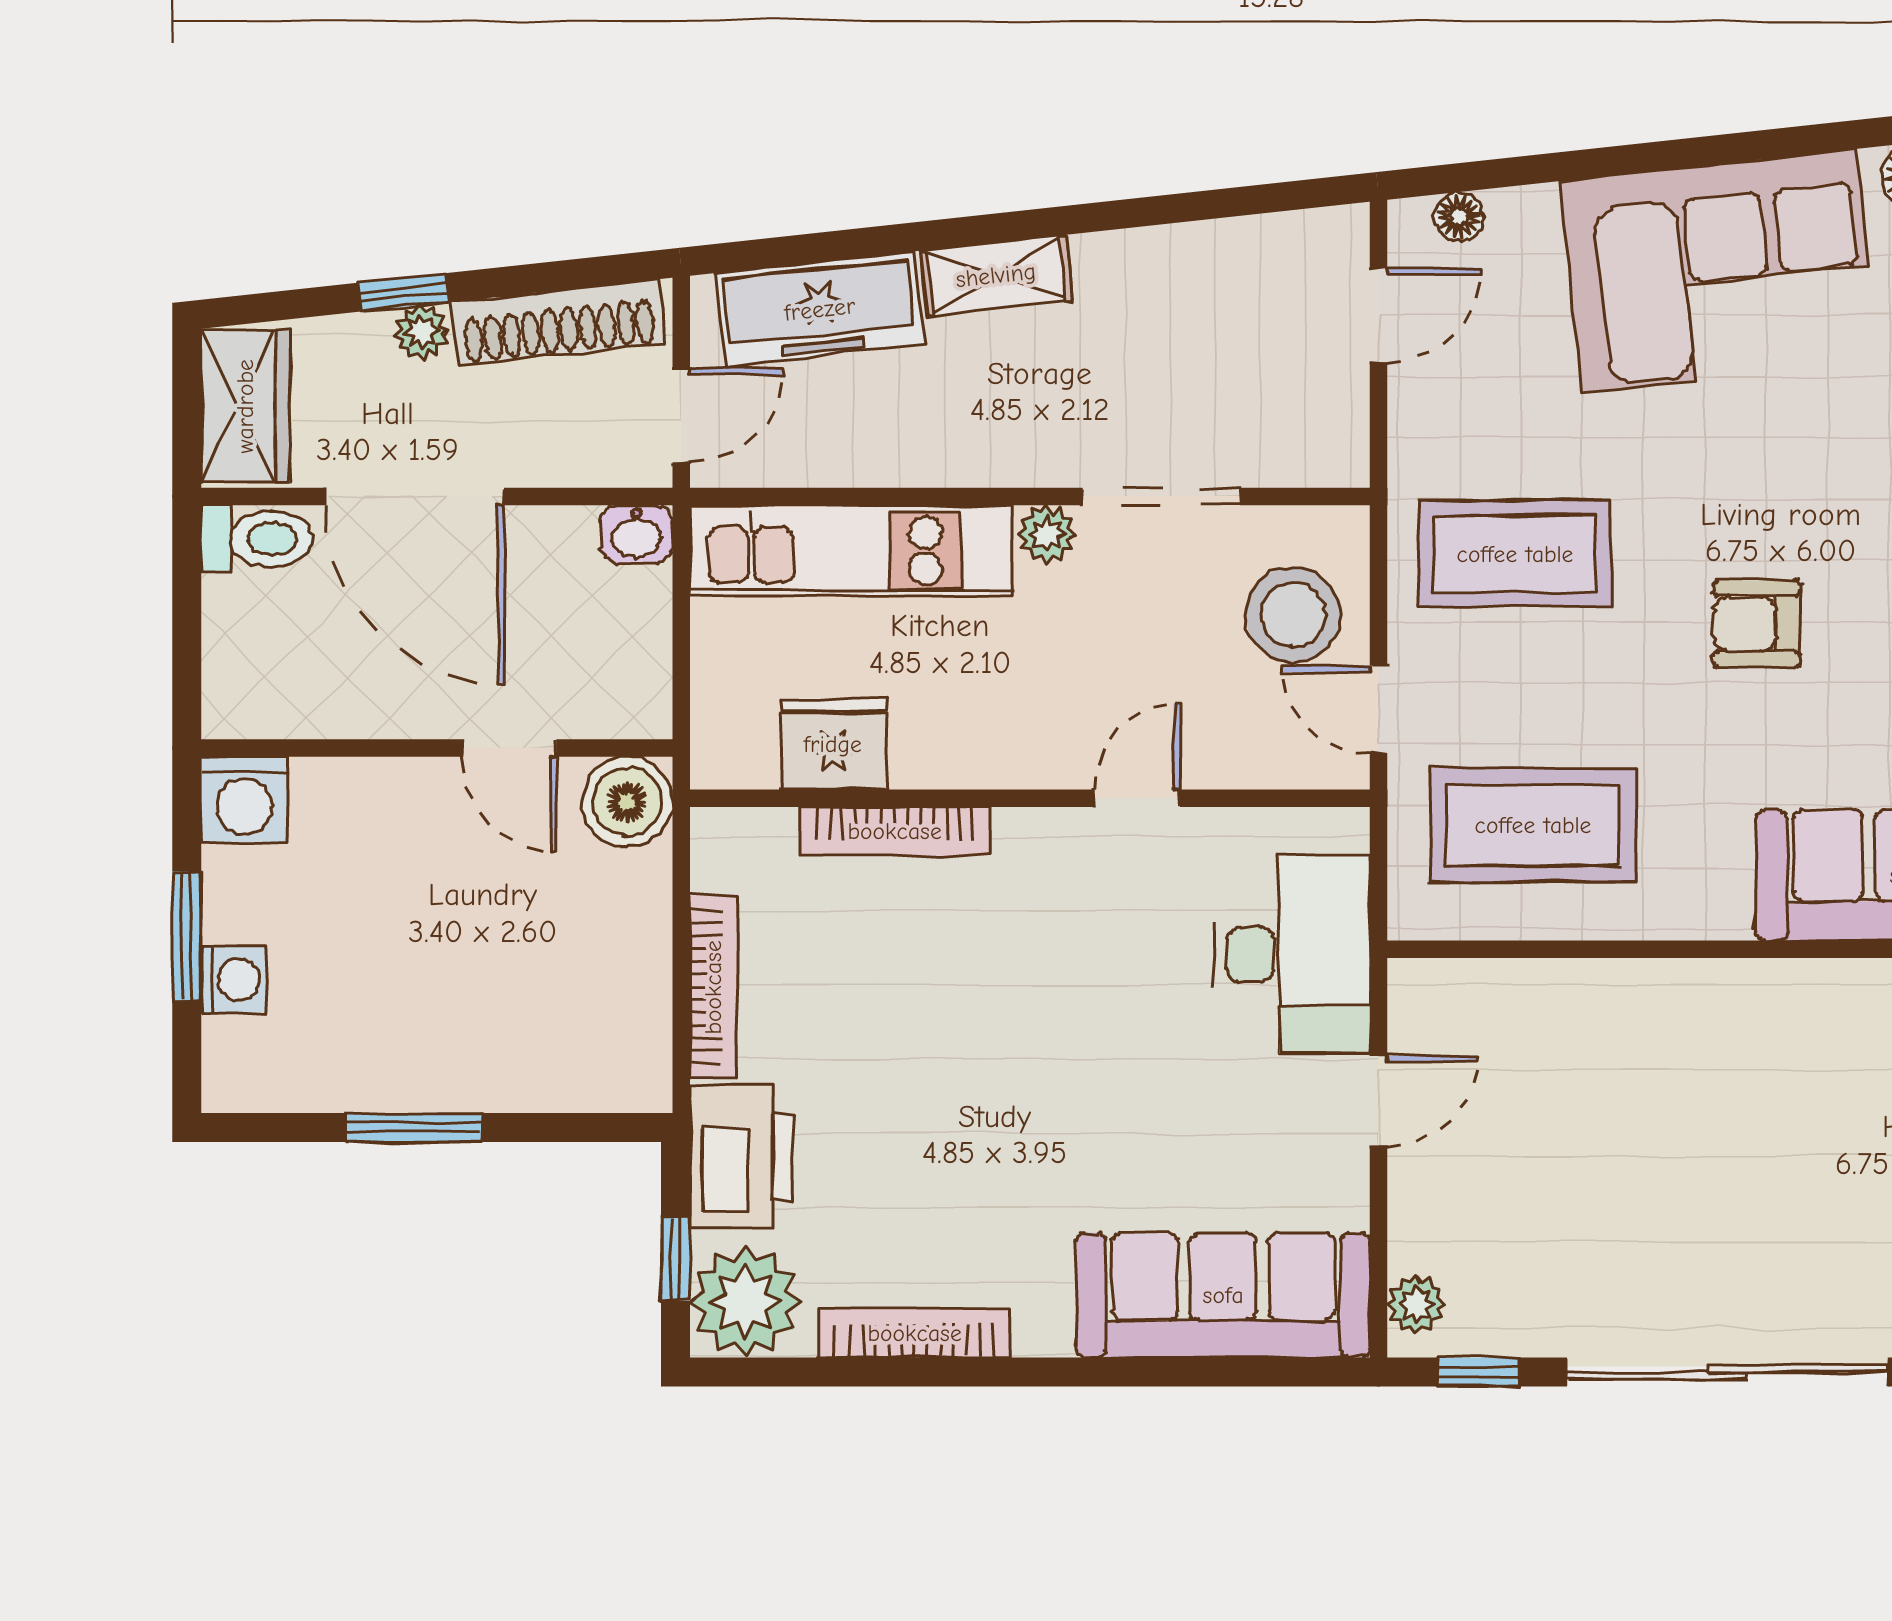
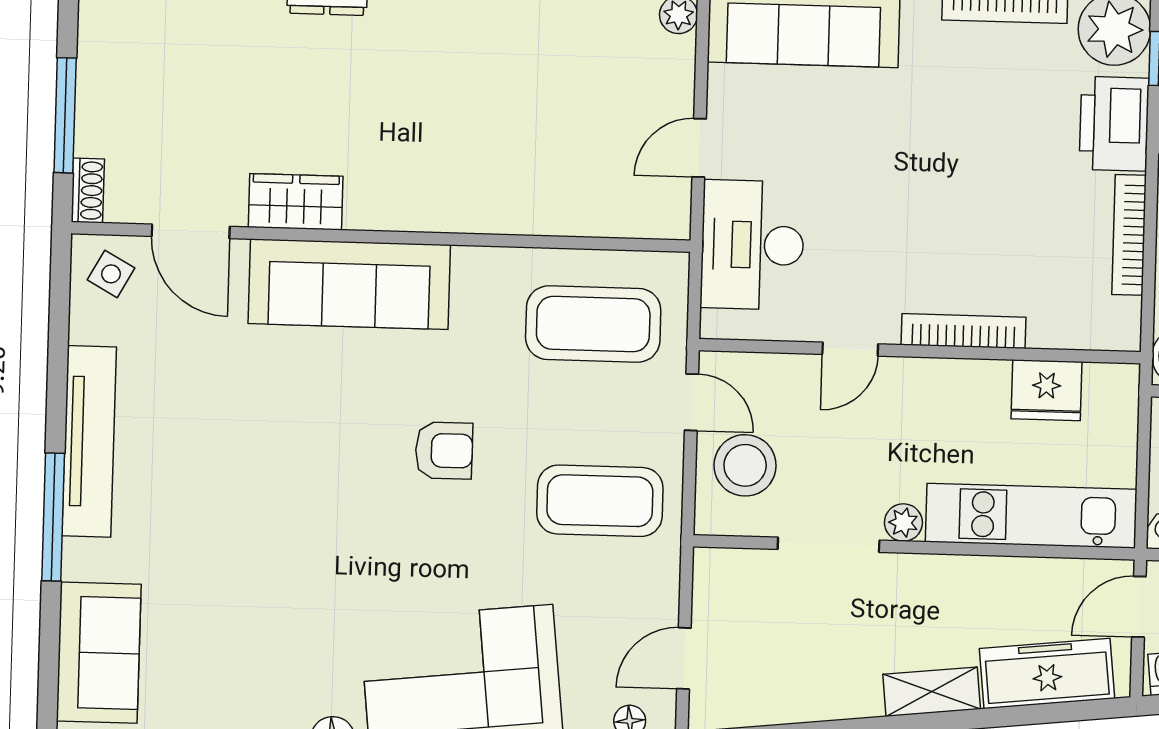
bookcase: (895, 831) -> (963, 331), moved

